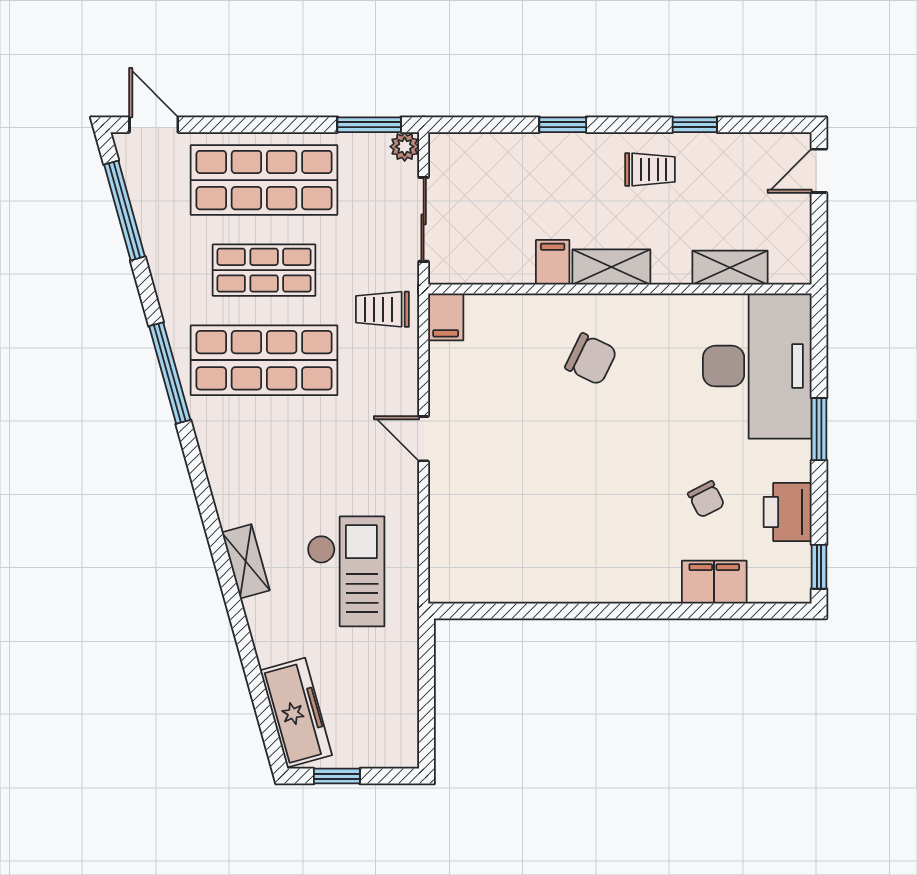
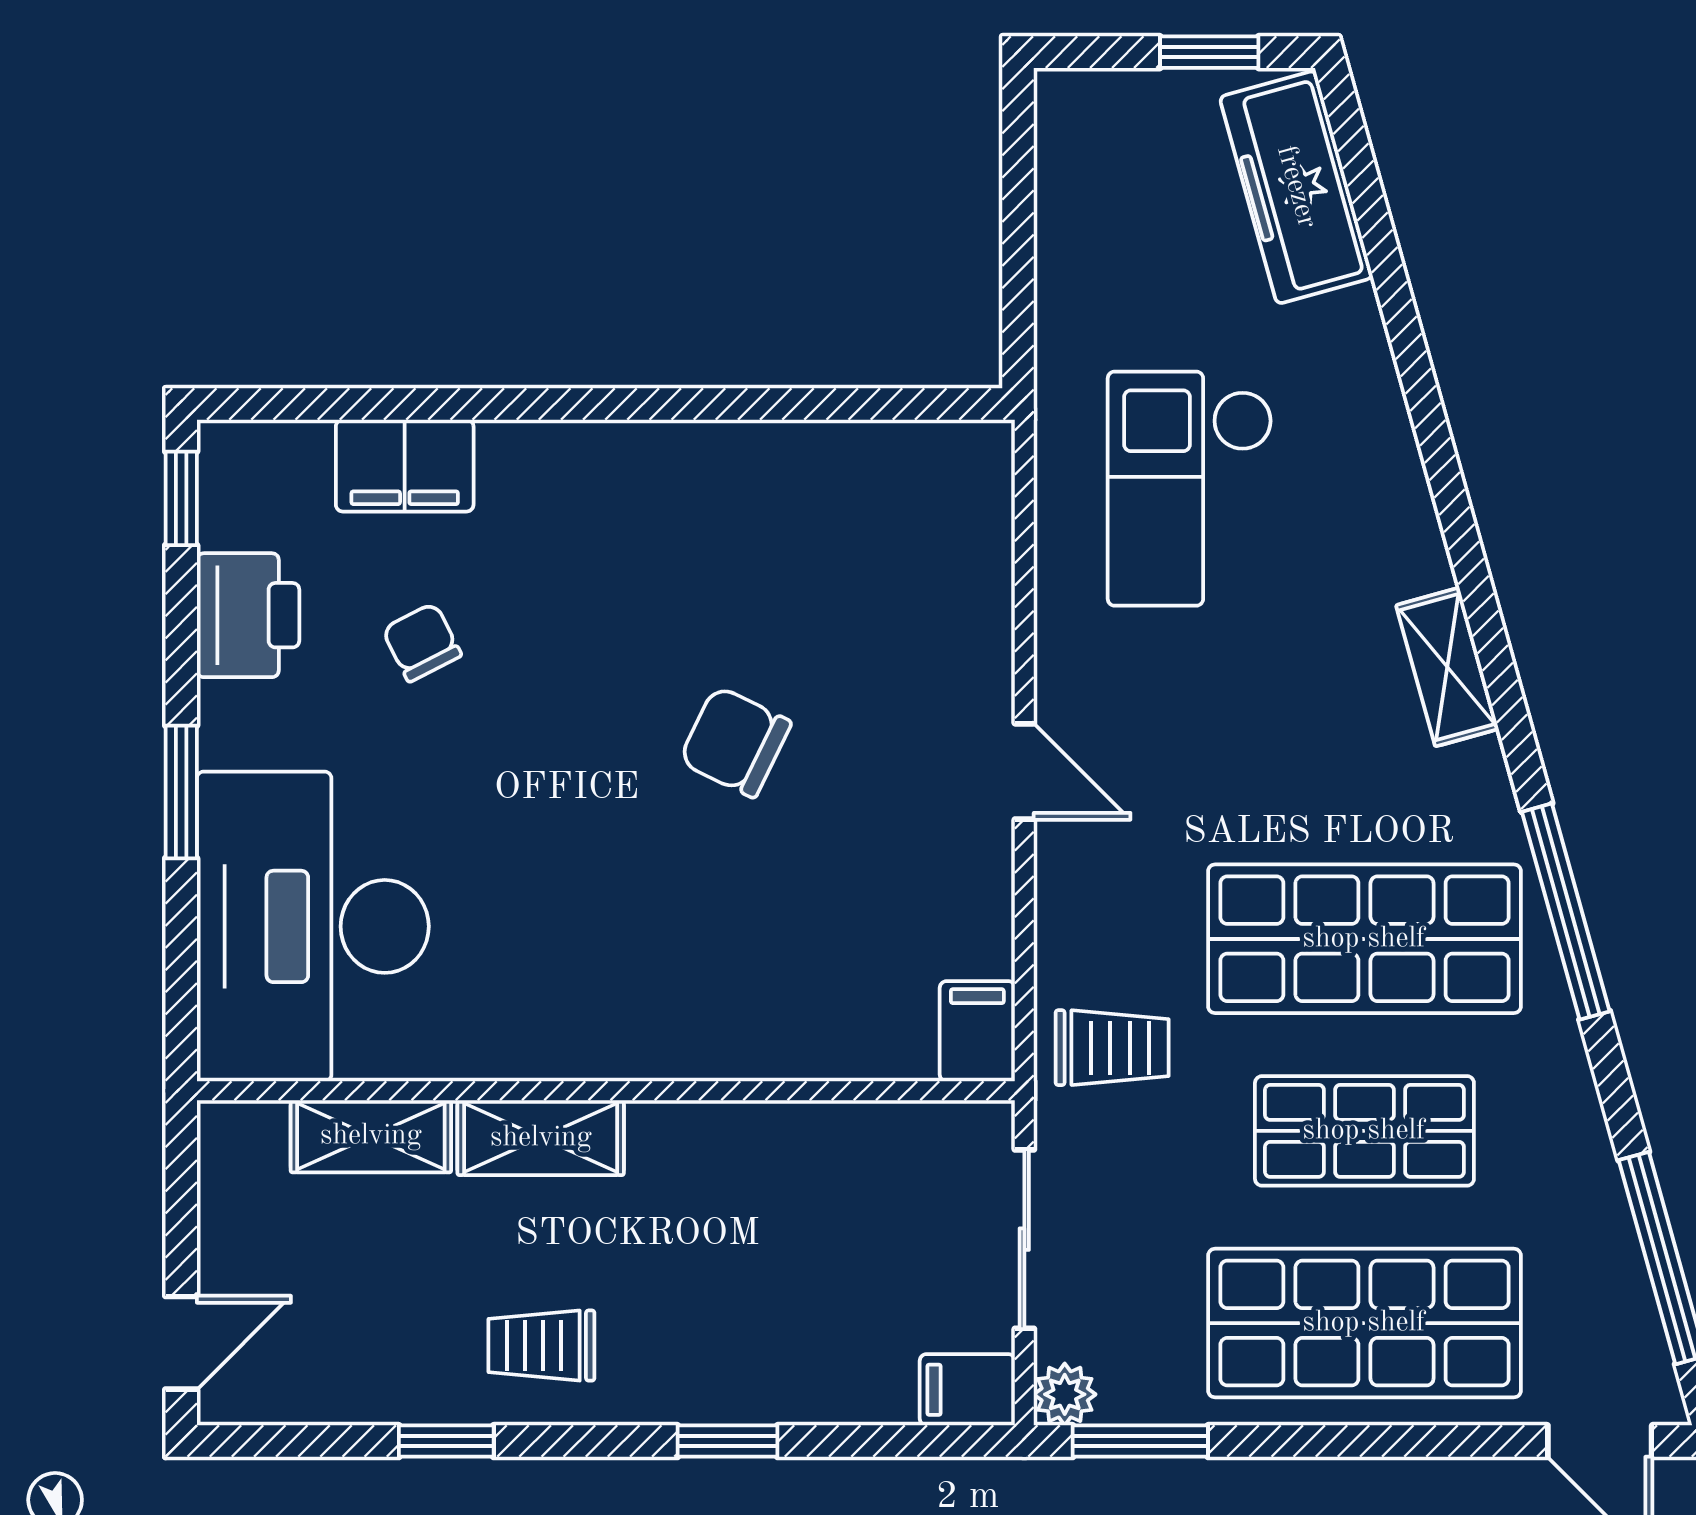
filing cabinet: (553, 262) -> (967, 1390), moved, turned 90
shelving: (611, 267) -> (541, 1138), moved
chair: (591, 359) -> (735, 742), moved
shelving: (246, 561) -> (1447, 667), moved

